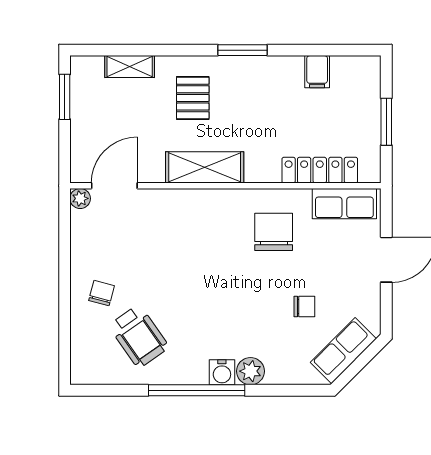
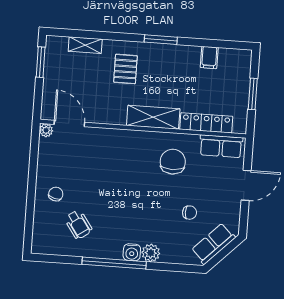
shelving: (205, 167) -> (153, 117), moved
door: (114, 186) -> (69, 123), hinge flipped
wheelchair: (139, 336) -> (78, 224), width x0.73, depth x0.73

